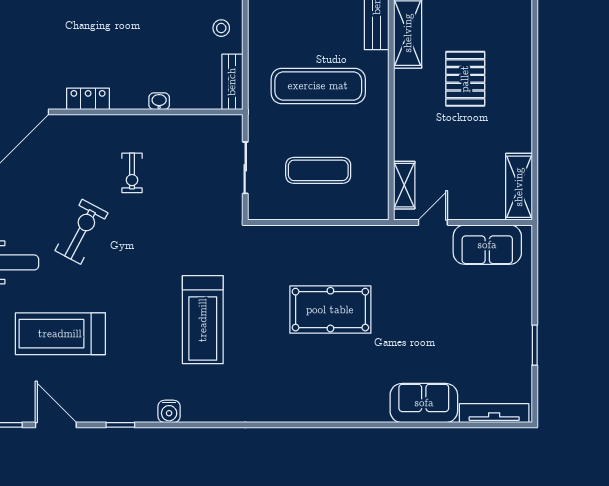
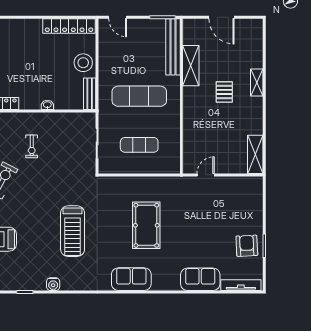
stool: (221, 28) -> (83, 63), width x1.89, depth x1.89
pallet: (465, 79) -> (224, 92), width x0.67, depth x0.71
shelving: (404, 185) -> (257, 82), moved
sofa: (487, 245) -> (131, 279), moved, turned 180
pool table: (330, 310) -> (146, 225), turned 90
armchair: (504, 345) -> (247, 246), added

